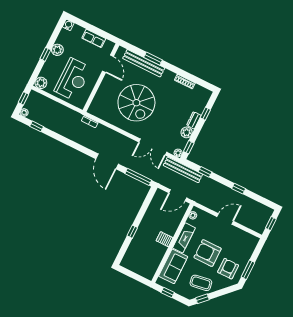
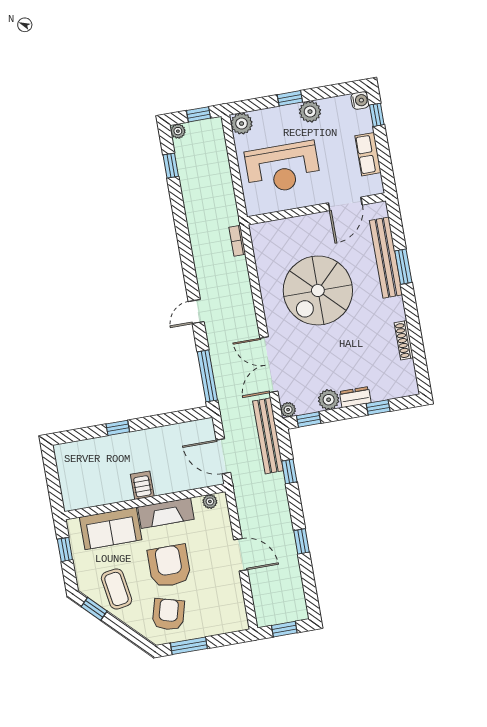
window: (80, 22) -> (377, 115), added
door: (107, 161) -> (196, 312), width x0.53
armchair: (228, 269) -> (168, 614), turned -75

